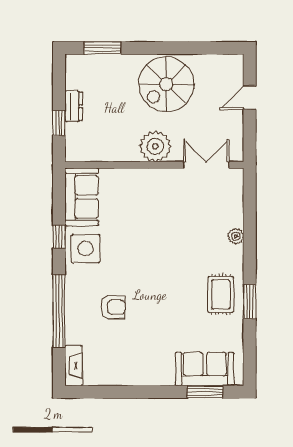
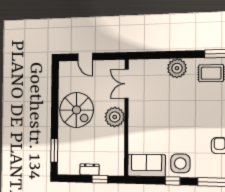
plant: (236, 236) -> (177, 68), width x1.88, depth x1.88

